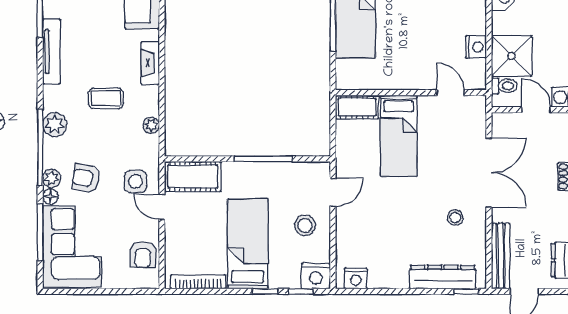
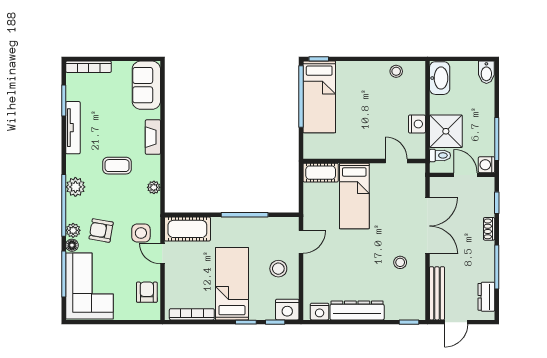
armchair: (143, 254) -> (147, 292), turned 180
dresser: (443, 277) -> (357, 310), moved

